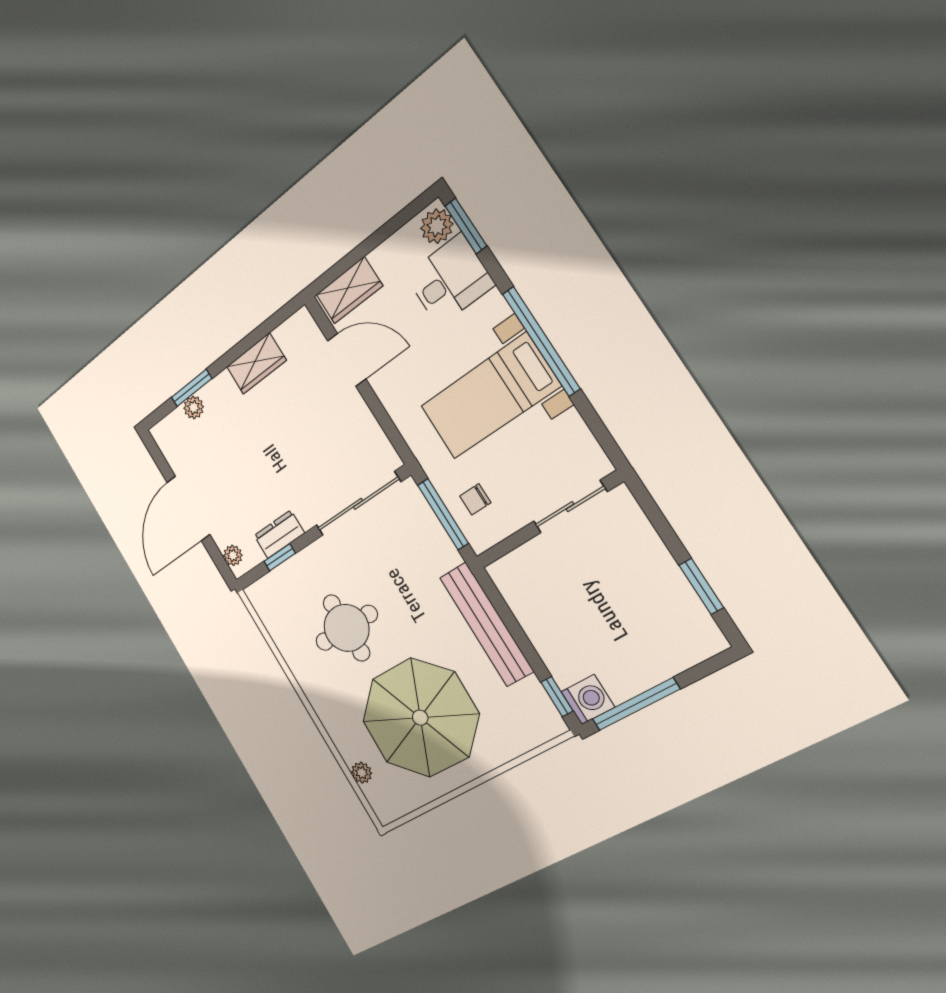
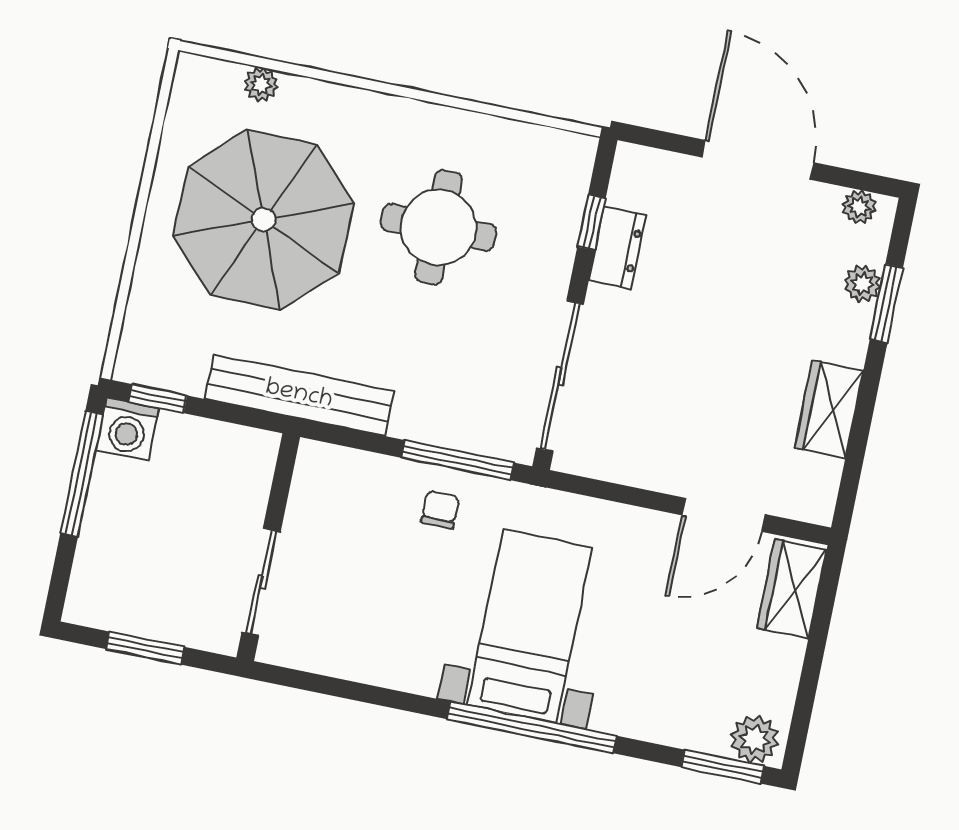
desk: (450, 280) -> (687, 700), removed
sliding door: (570, 507) -> (261, 582), moved
wall: (548, 520) -> (268, 547), moved
plant: (233, 555) -> (859, 207), moved

